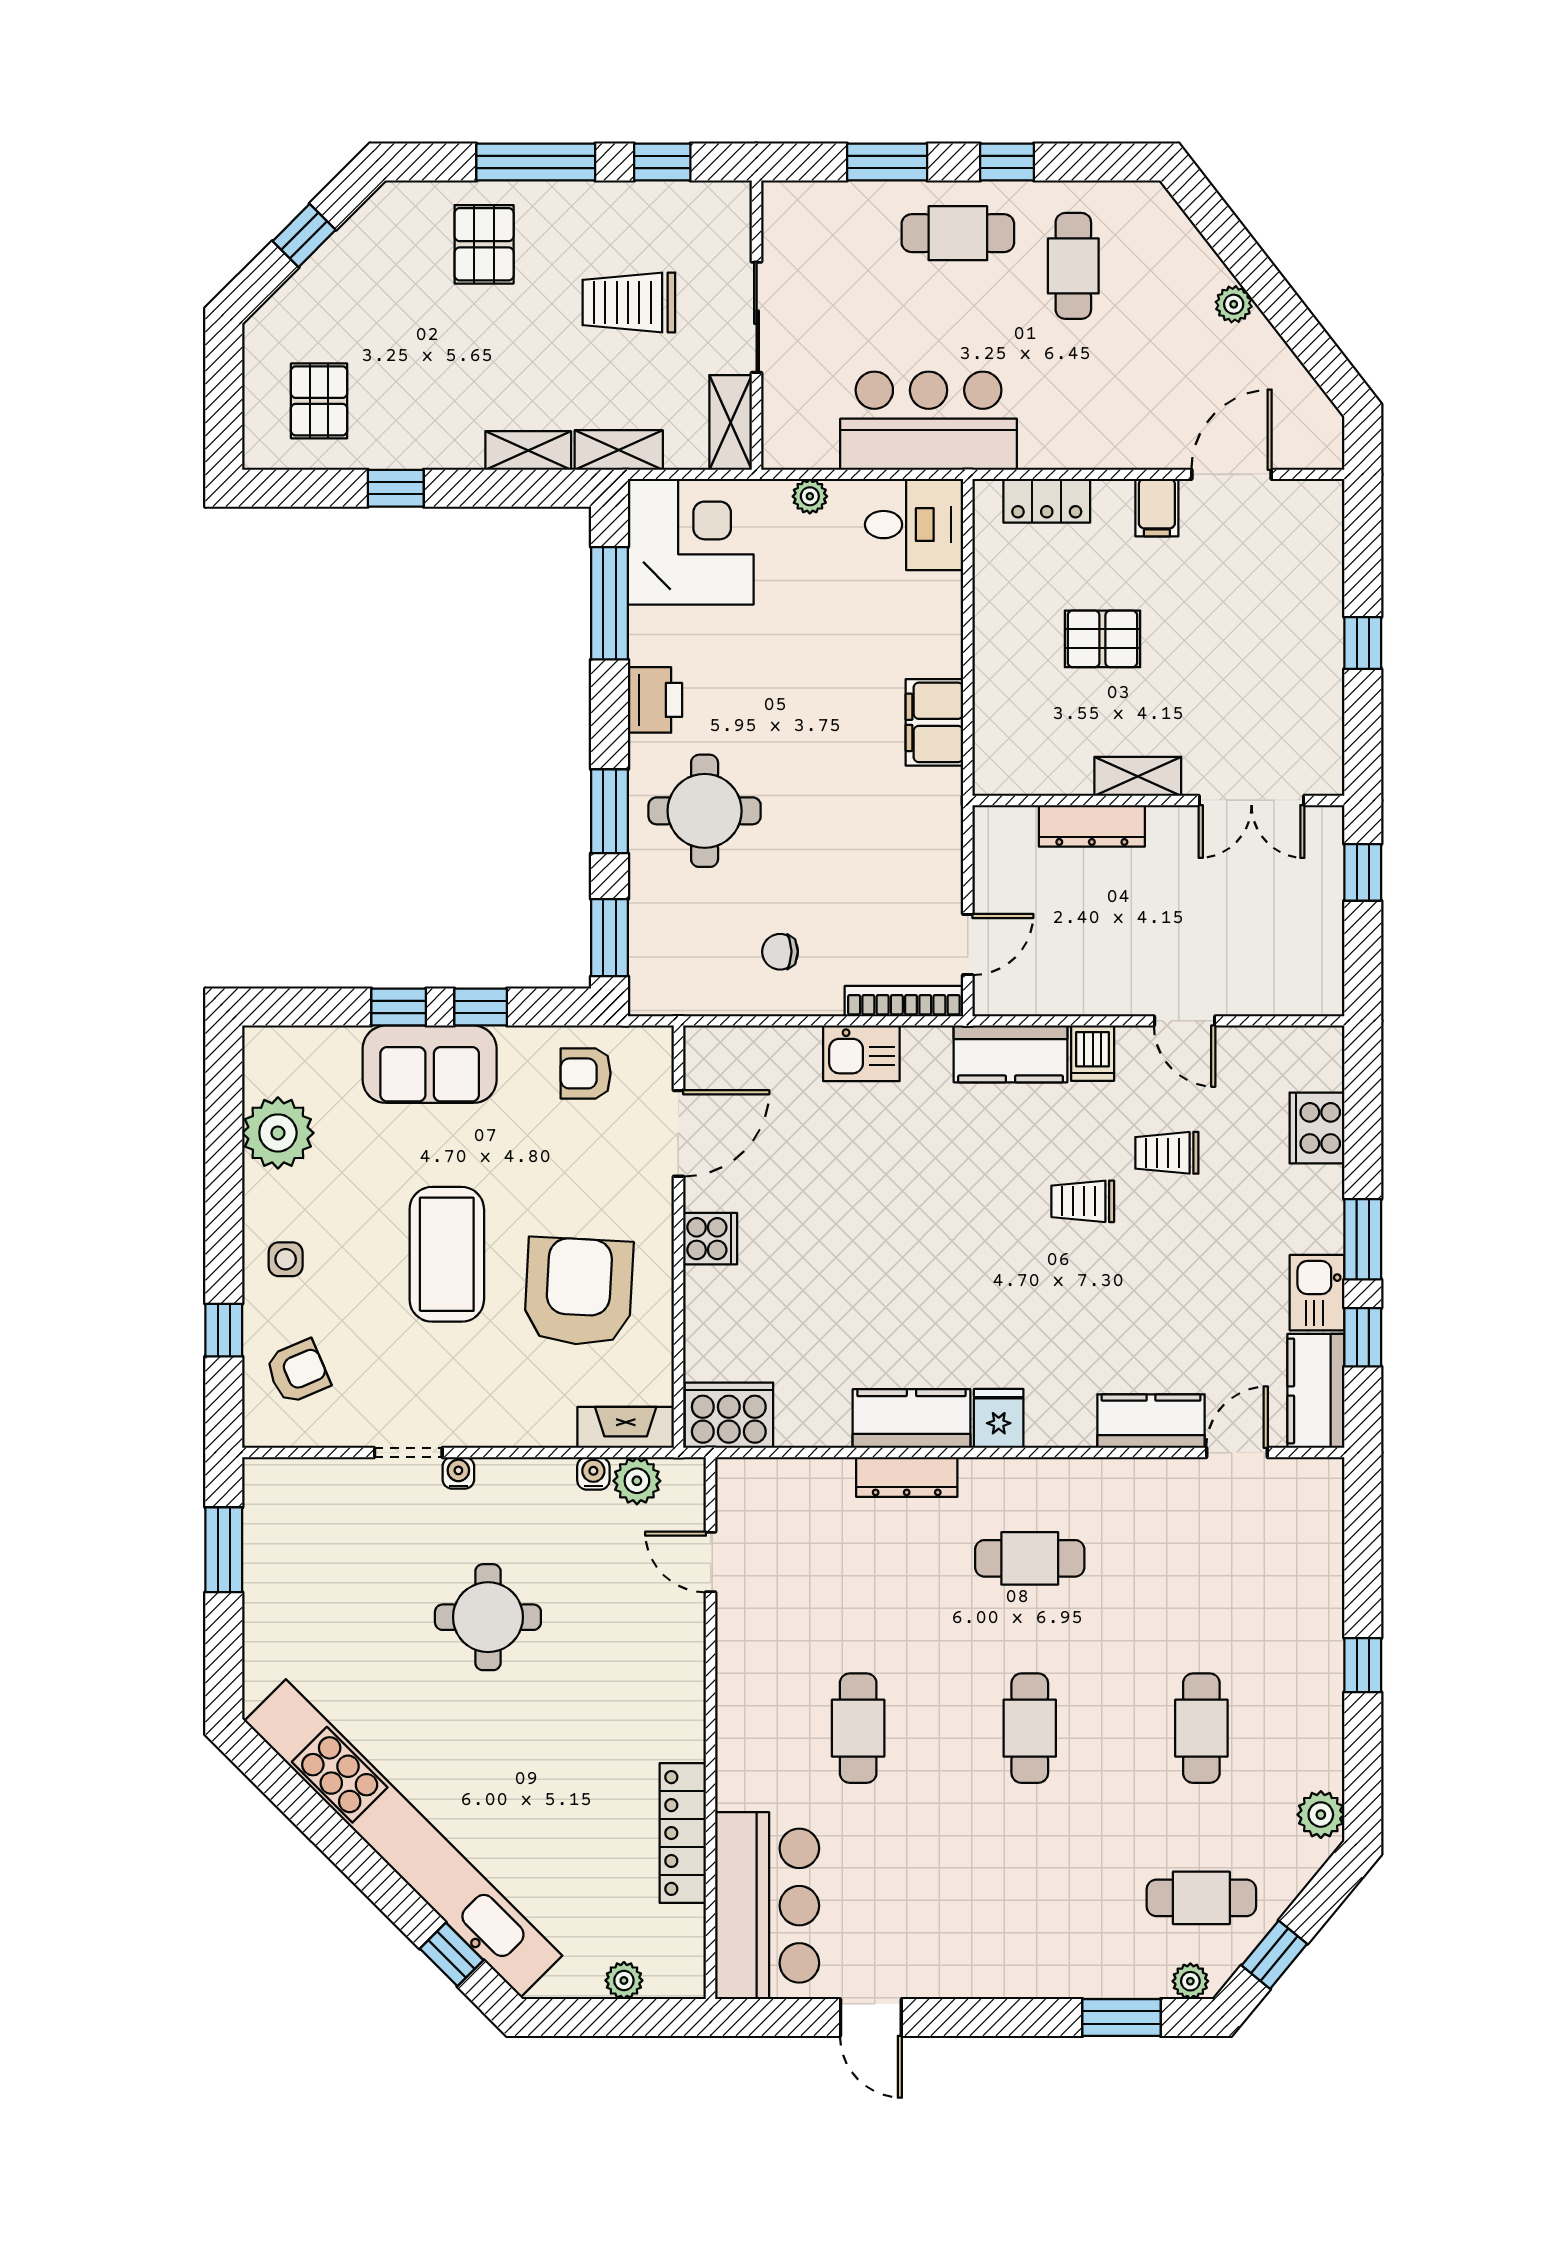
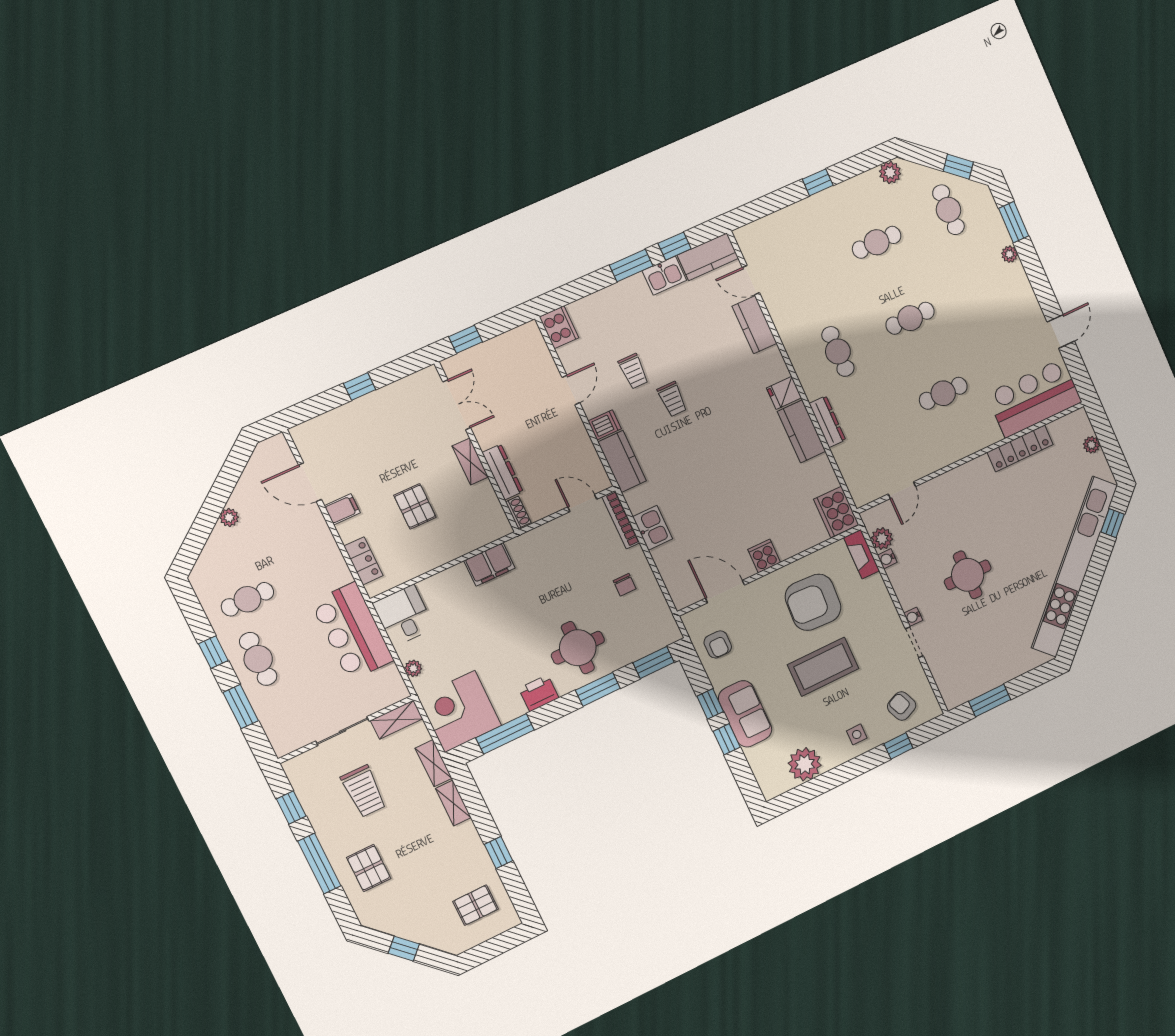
pallet: (484, 244) -> (369, 868), turned 90
shoe rack: (1005, 820) -> (518, 512), added
cooker: (1317, 1128) -> (559, 327), moved, turned -90
plant: (1190, 1981) -> (1009, 254), moved

